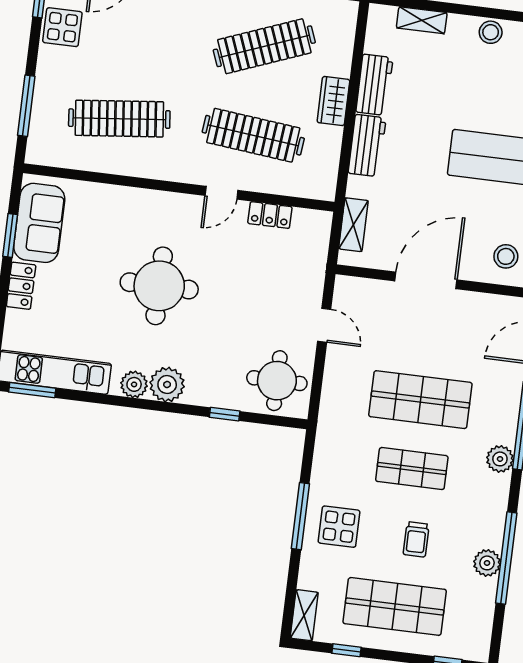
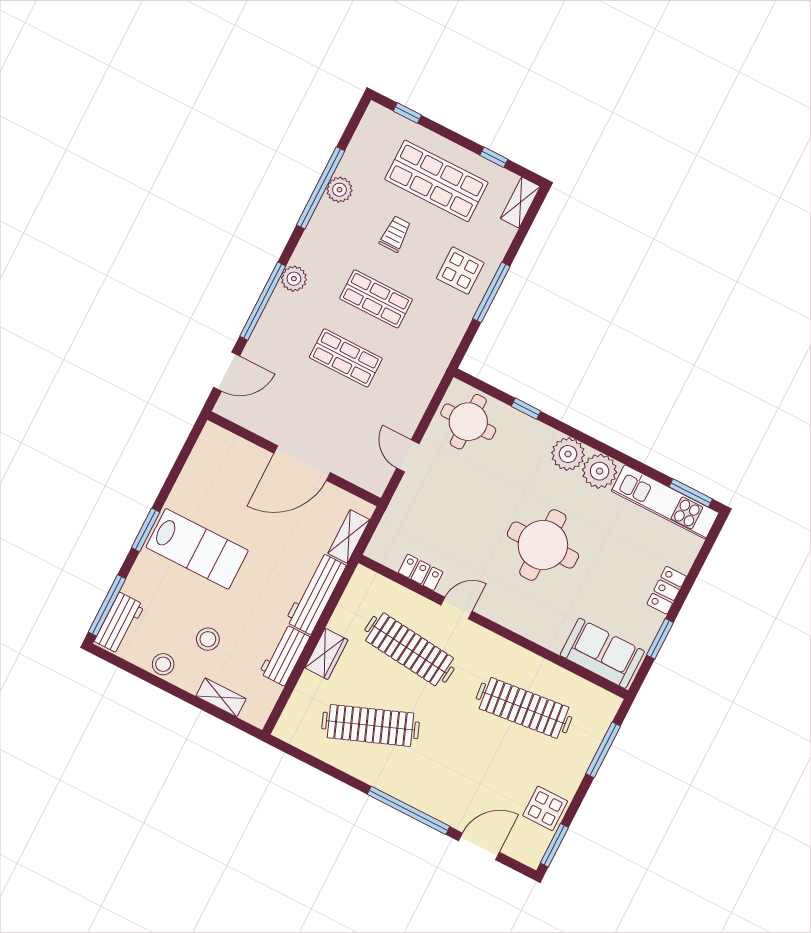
workbench: (367, 146) -> (316, 593), width x1.38
sofa: (39, 223) -> (602, 653), moved, turned 90
stool: (506, 256) -> (208, 639), moved
plant: (134, 384) -> (600, 471), width x1.36, depth x1.36
shop shelf: (420, 400) -> (346, 358), width x0.70, depth x0.74

